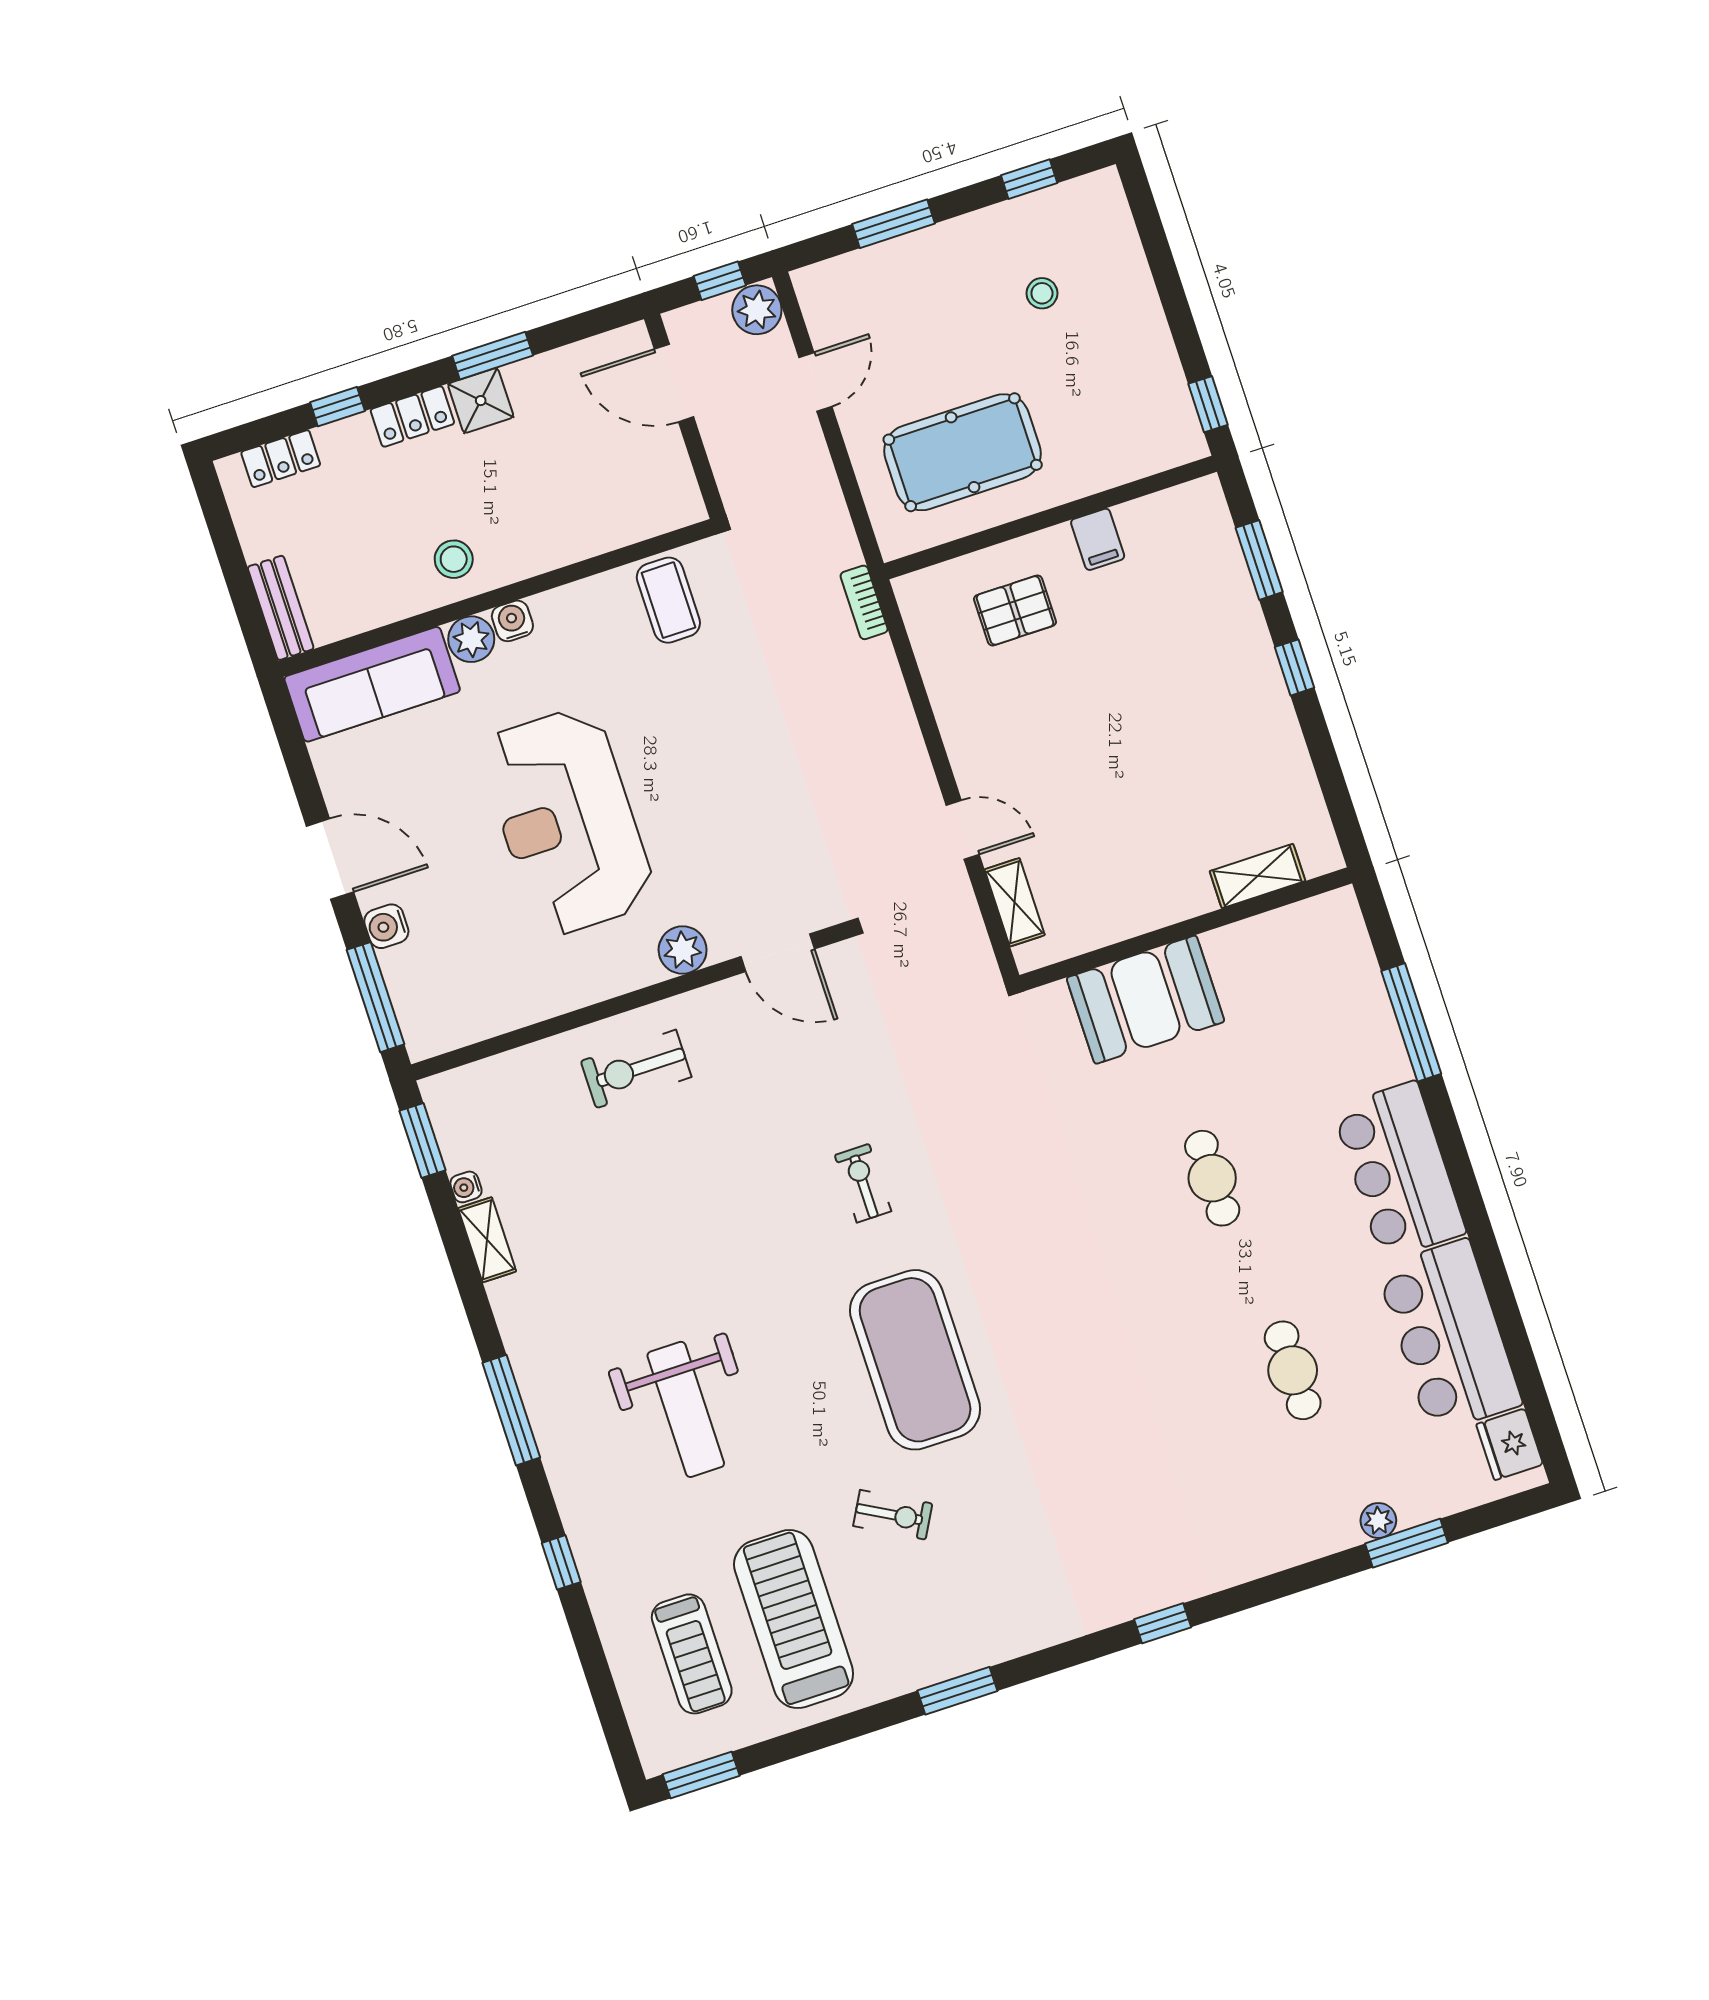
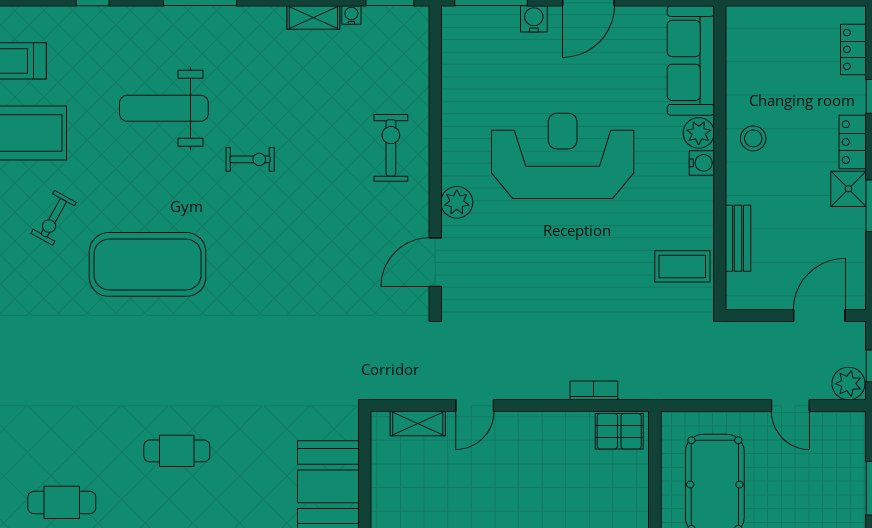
bookcase: (864, 602) -> (594, 390), moved
bench: (281, 608) -> (738, 238), moved, turned 90
pallet: (1015, 610) -> (619, 431), moved, turned 90
cafe table: (1212, 1178) -> (177, 451), moved
exercise bike: (863, 1183) -> (250, 159), moved

